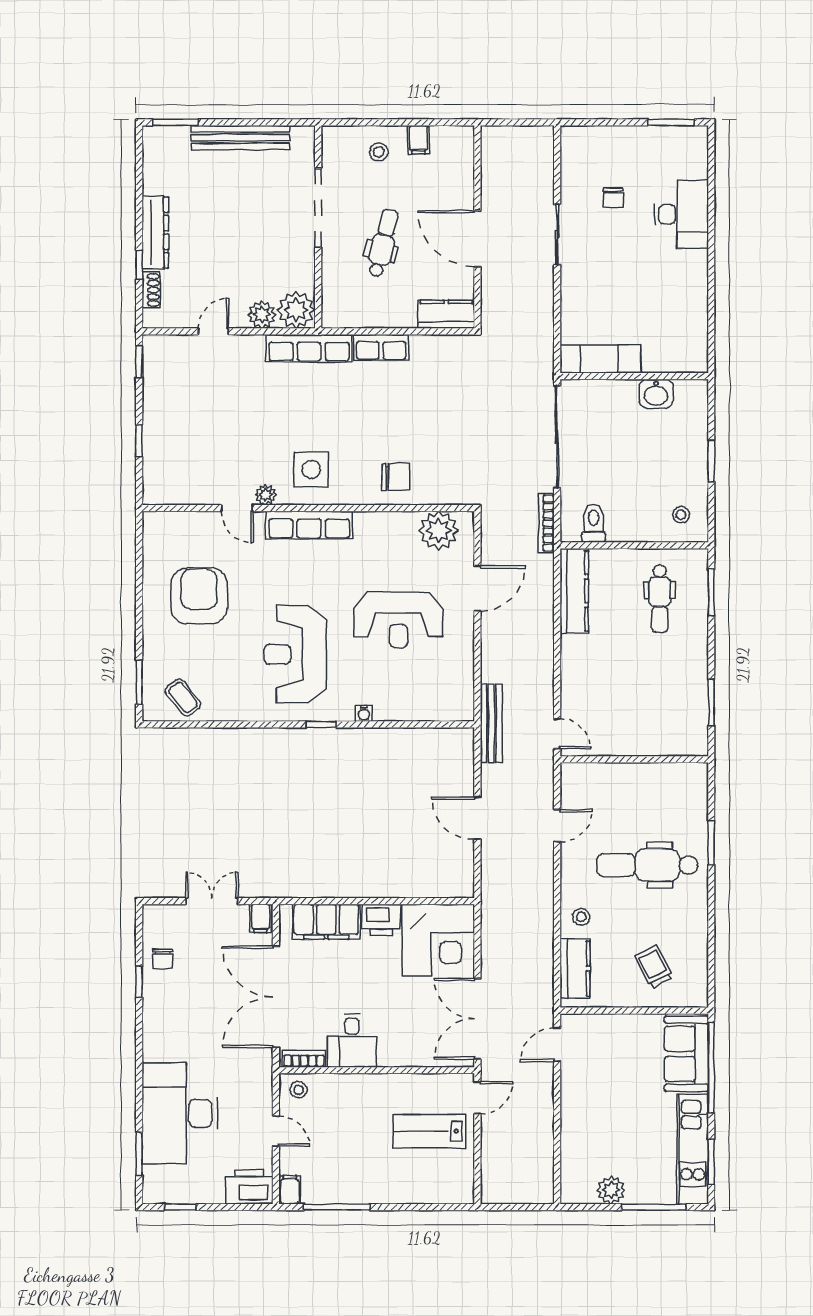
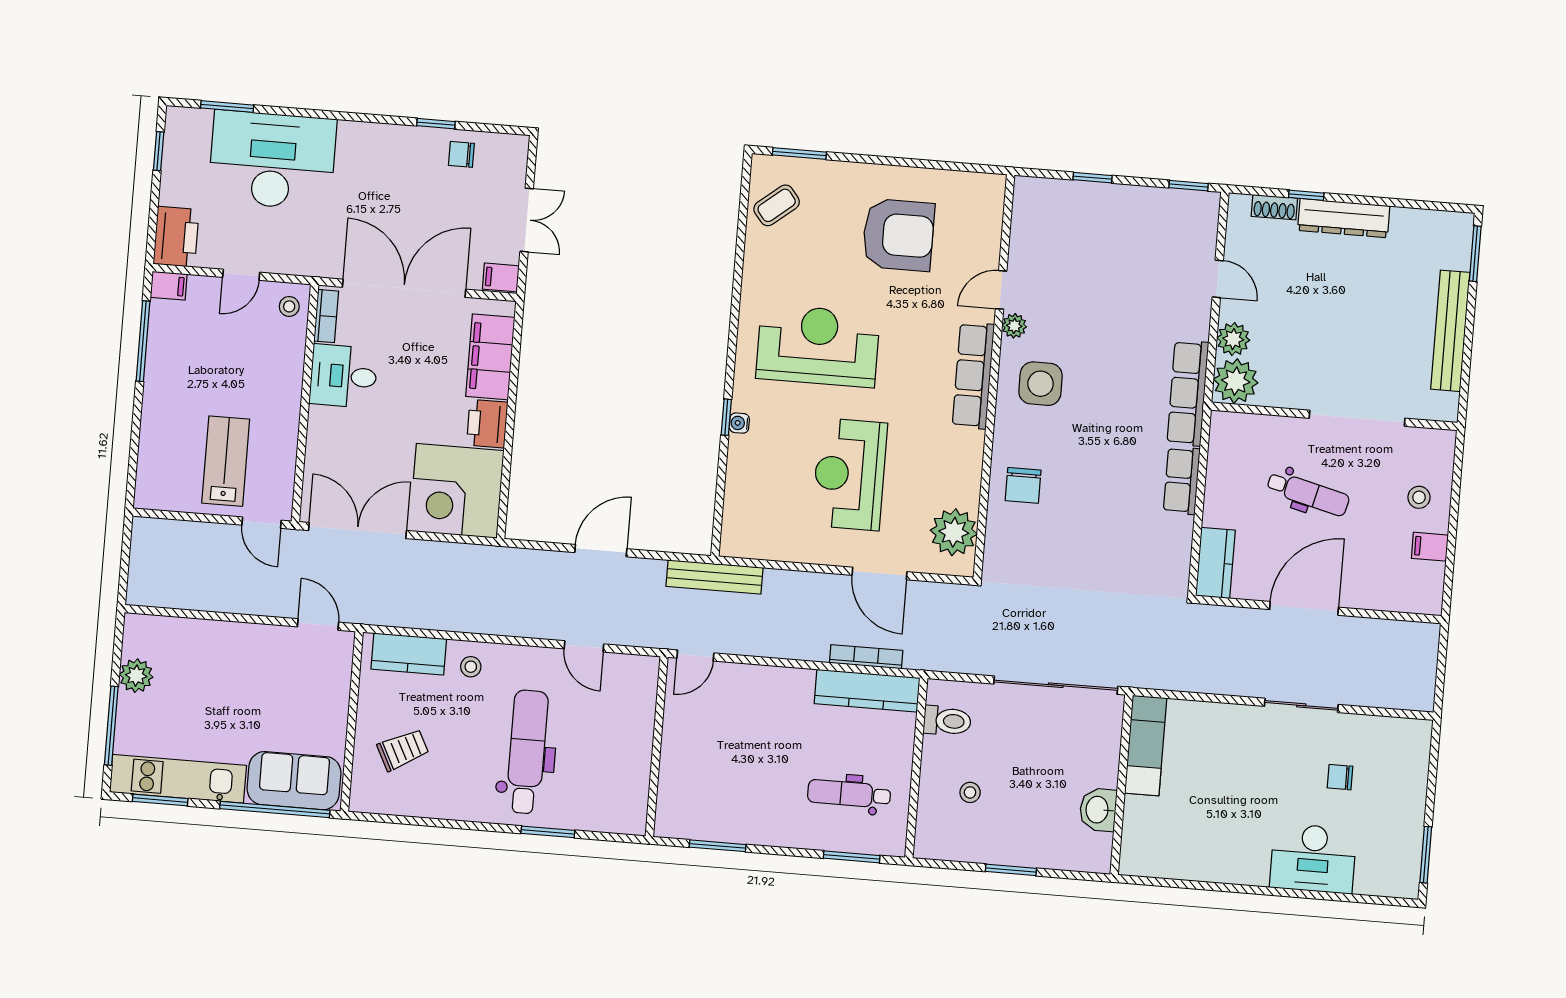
stool: (681, 515) -> (970, 792), moved
bookcase: (546, 523) -> (866, 657), moved
window: (321, 724) -> (726, 417), moved

